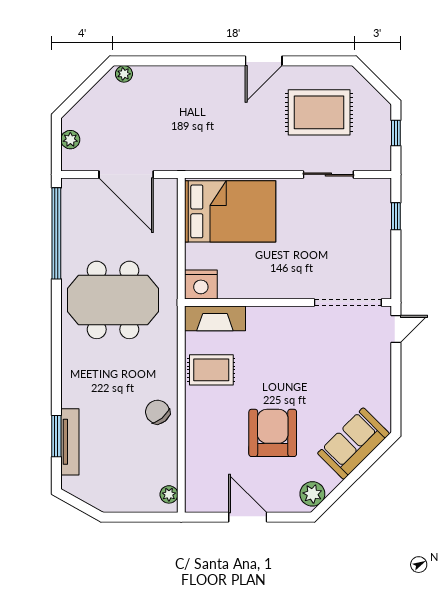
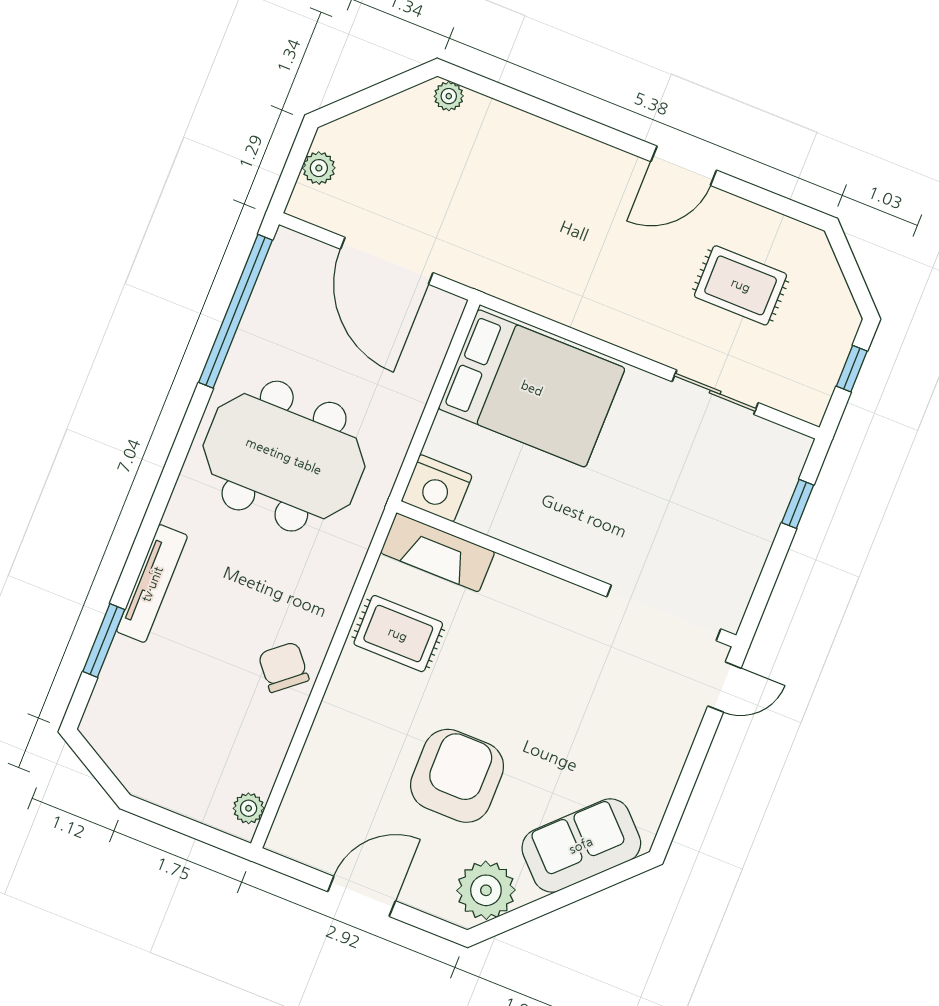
rug: (319, 112) -> (741, 285), width x0.73, depth x0.70
tv unit: (70, 442) -> (152, 584), moved
plant: (312, 494) -> (486, 890), width x1.36, depth x1.36
door: (248, 517) -> (362, 896), hinge flipped

